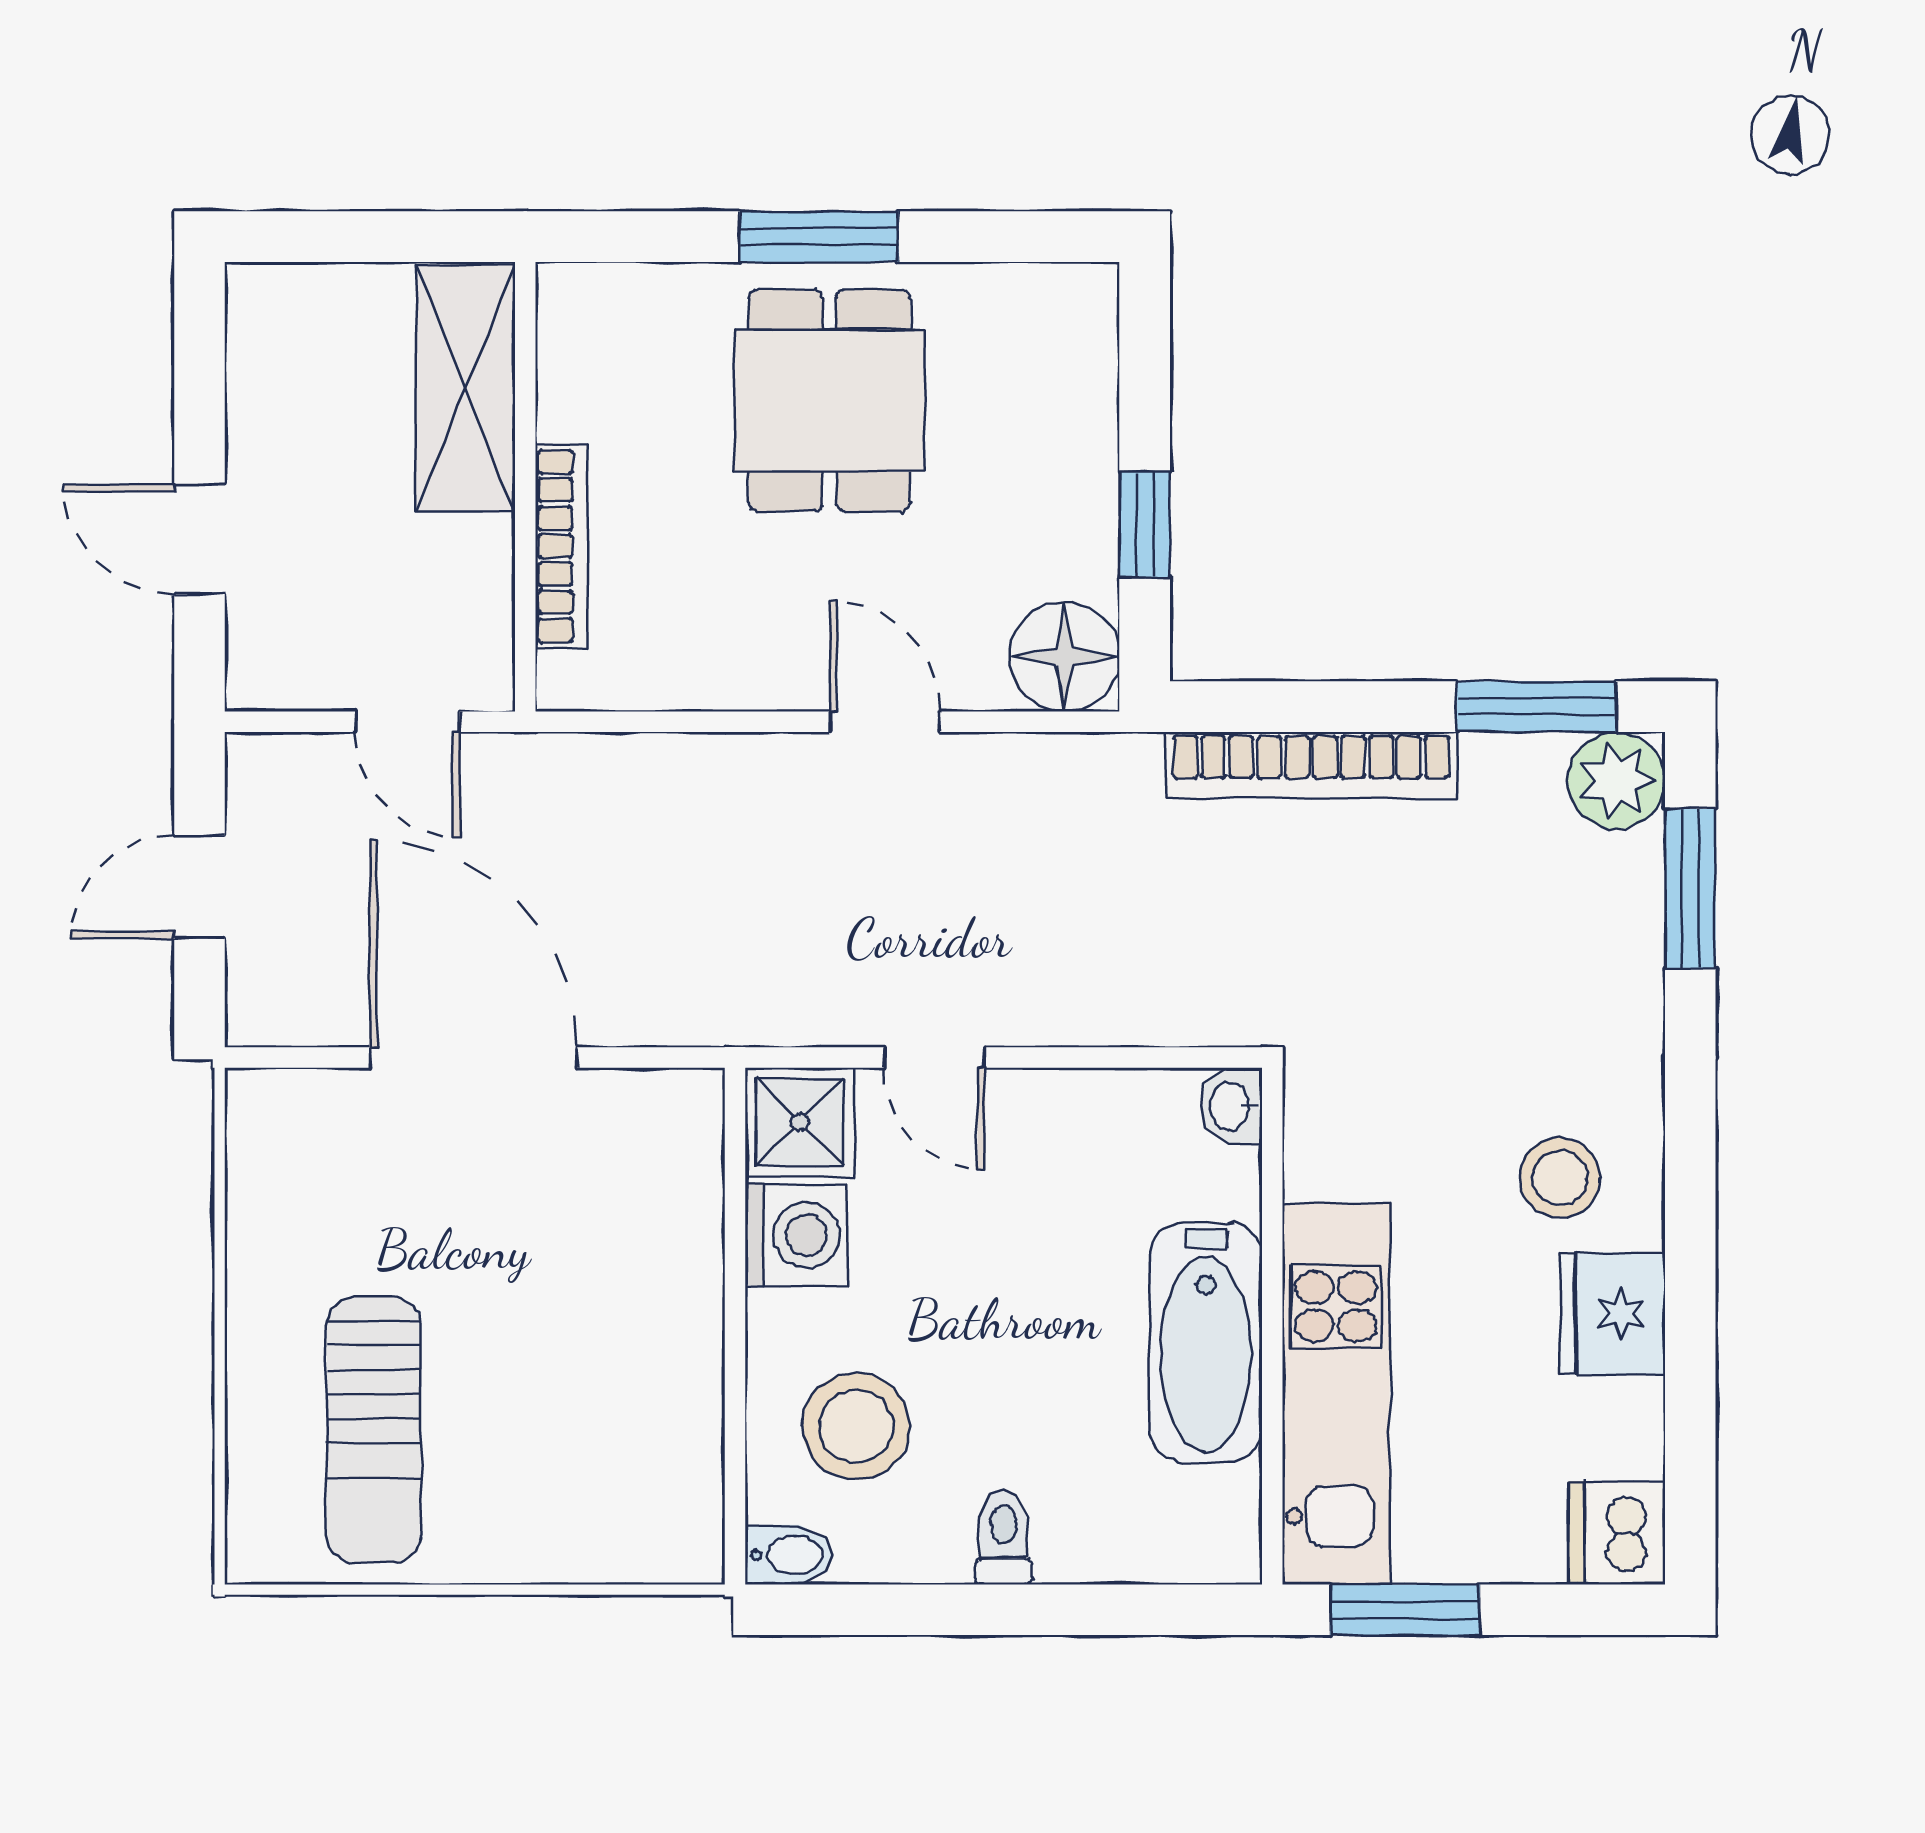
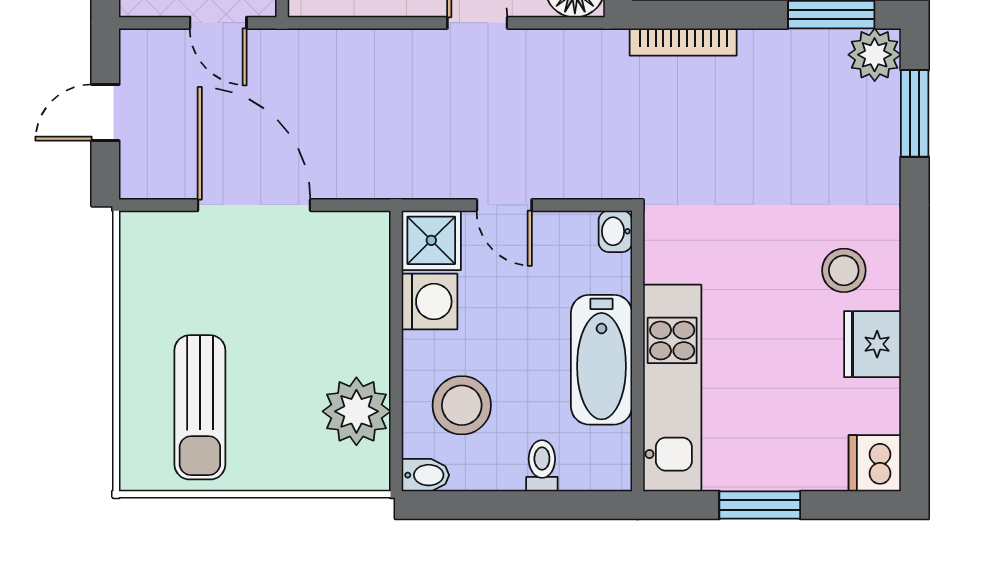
bookcase: (1311, 765) -> (683, 42), width x0.68, depth x0.76
washbasin: (1231, 1106) -> (615, 231), moved
wall: (1272, 1326) -> (638, 351), moved
bathtub: (1206, 1342) -> (602, 360), moved
kitchen unit: (1336, 1394) -> (672, 388), moved
plant: (662, 1437) -> (356, 411), added

